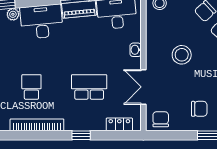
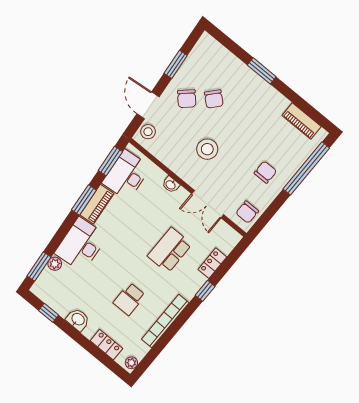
school desk: (31, 87) -> (129, 299), turned -90
chair: (161, 119) -> (247, 212), turned -90
locker: (119, 124) -> (212, 263), moved

